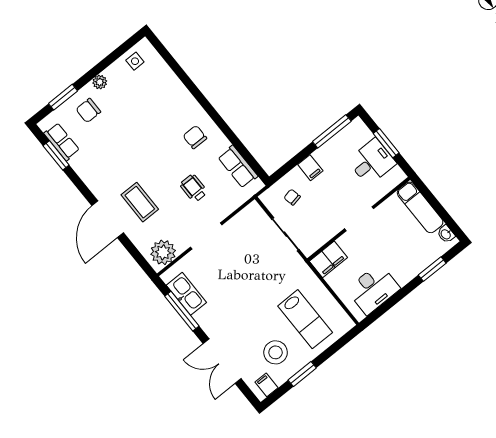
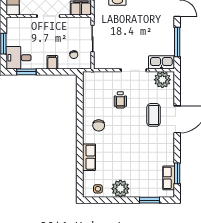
plant: (100, 82) -> (120, 189), width x1.87, depth x1.87
chair: (88, 110) -> (142, 183), removed
window: (332, 131) -> (26, 72), width x0.69
desk: (372, 162) -> (19, 58), moved
row of seats: (238, 167) -> (89, 157), moved
kitchen sink: (186, 294) -> (161, 62), moved, turned 90

